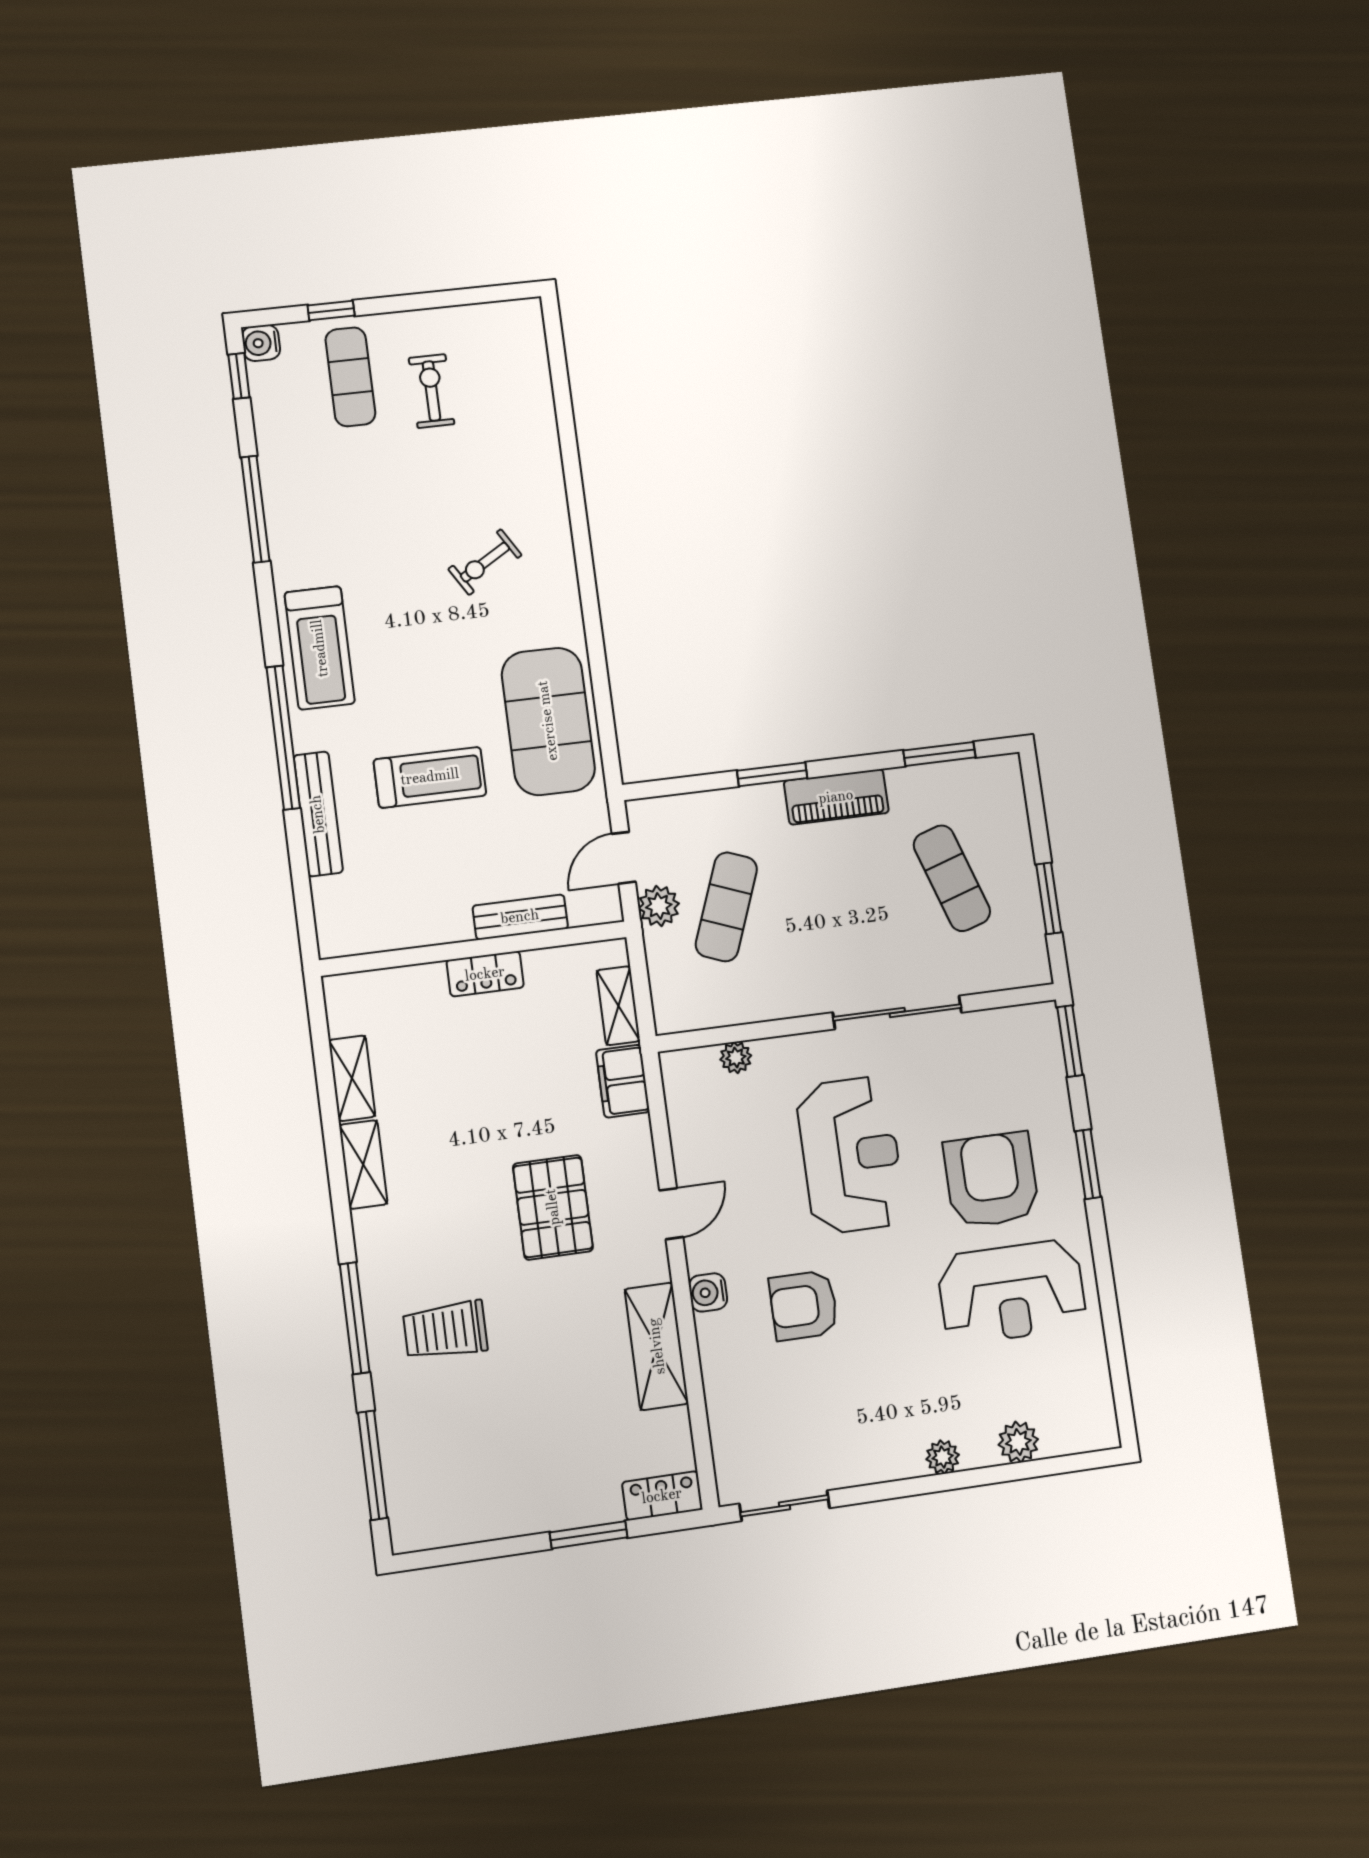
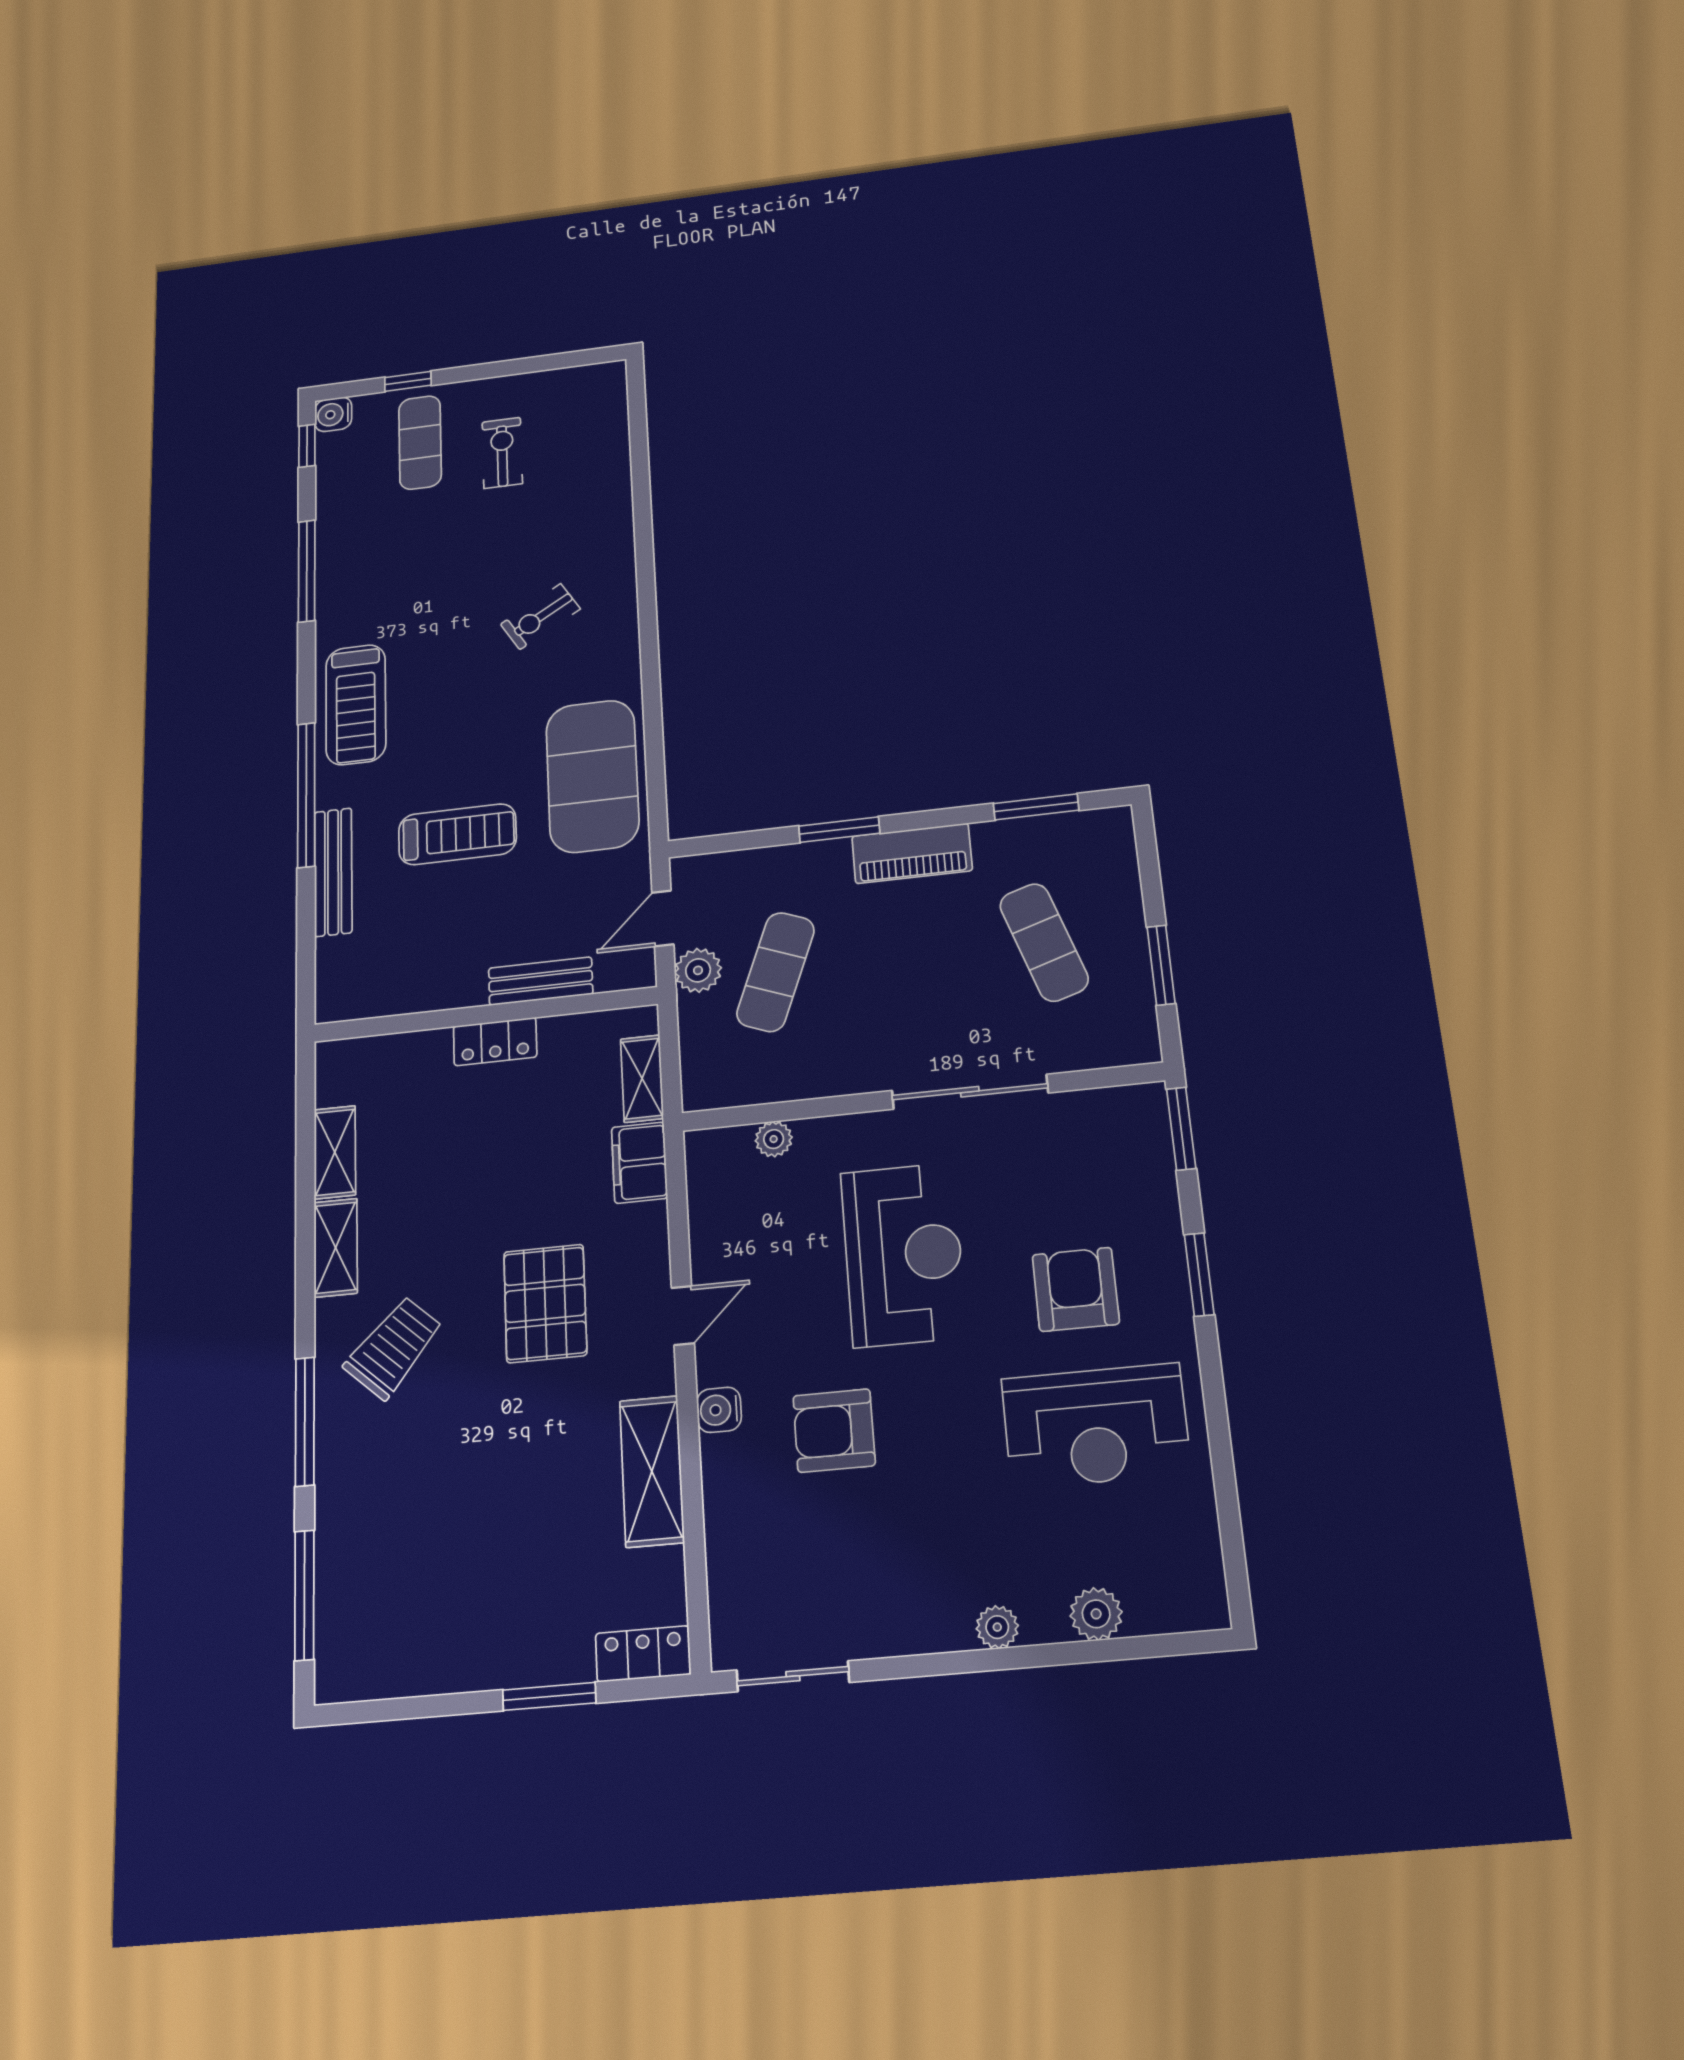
armchair: (991, 1180) -> (1076, 1289), width x0.73, depth x0.73
trolley: (445, 1330) -> (393, 1348), moved, turned 132

